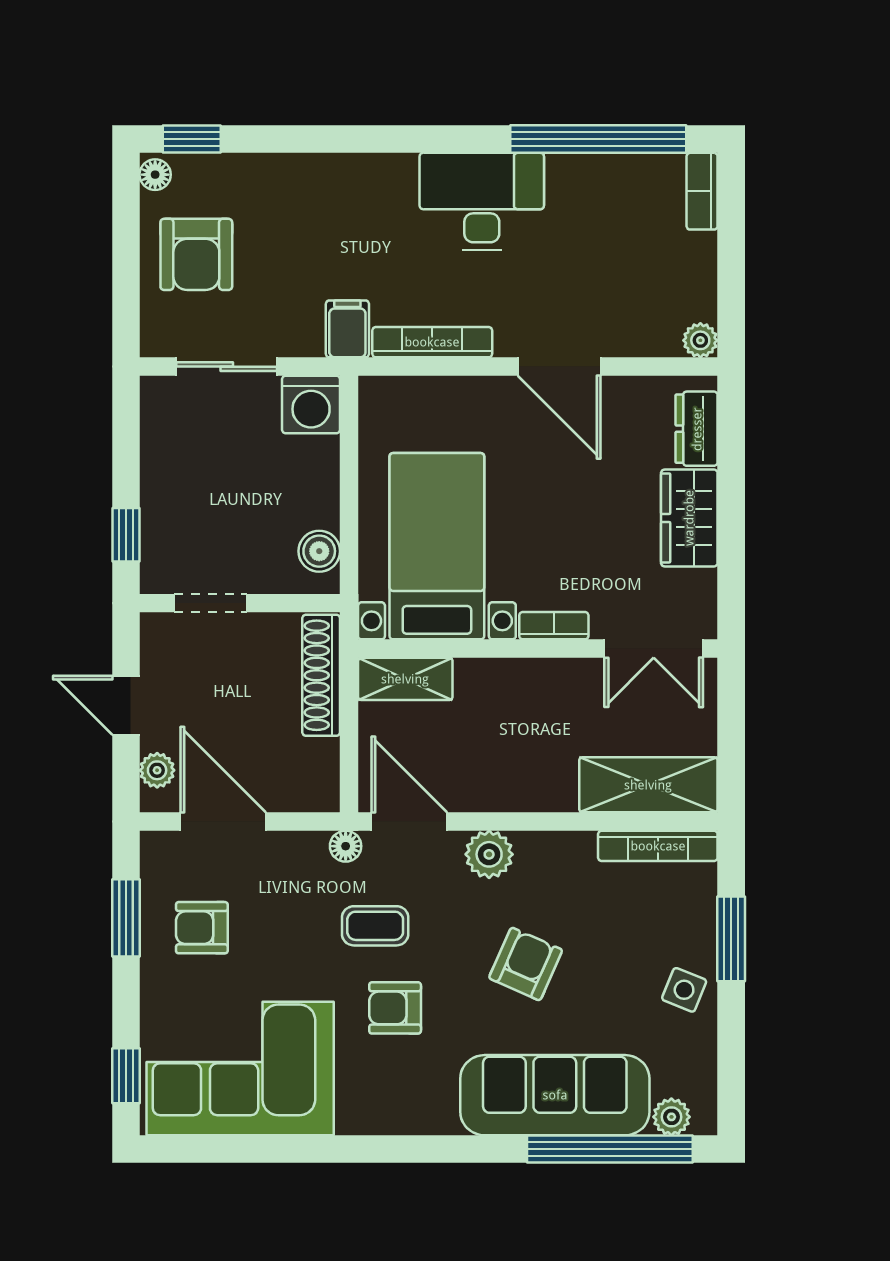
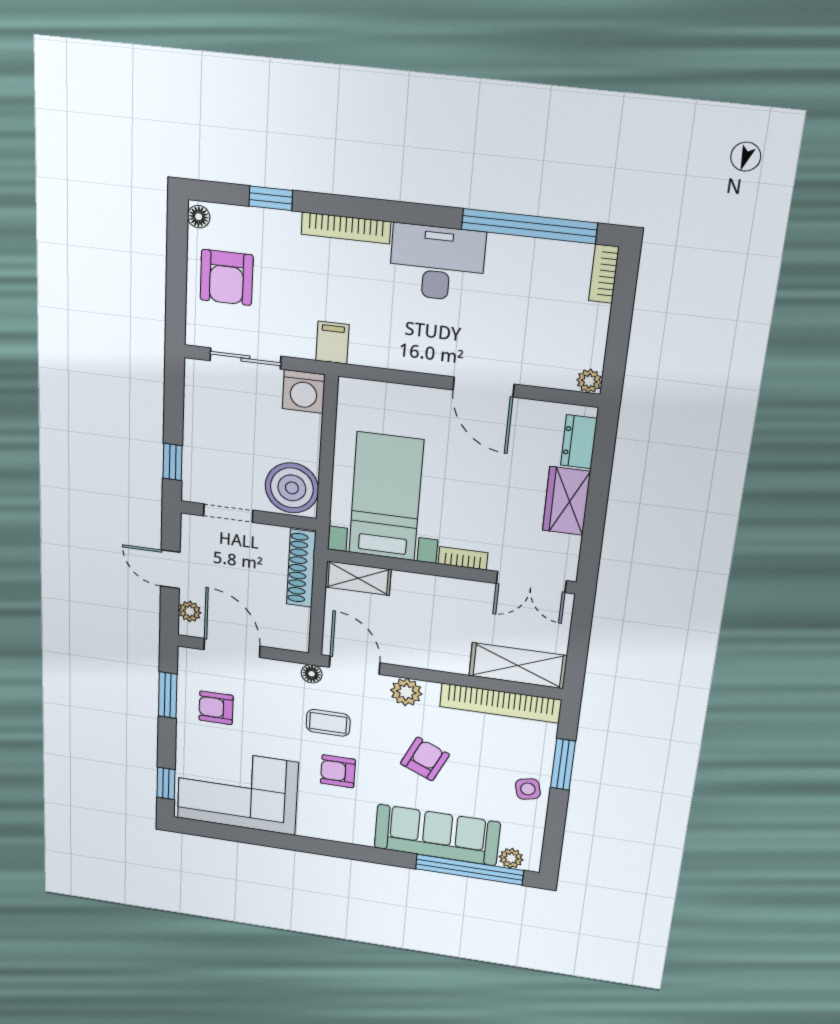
window: (192, 139) -> (271, 198), moved
bookcase: (432, 342) -> (346, 228), moved, turned 180
boiler: (319, 551) -> (292, 488), width x1.86, depth x1.86
bookcase: (658, 846) -> (500, 703), width x1.48, depth x1.31
side table: (684, 990) -> (528, 789), turned -35

